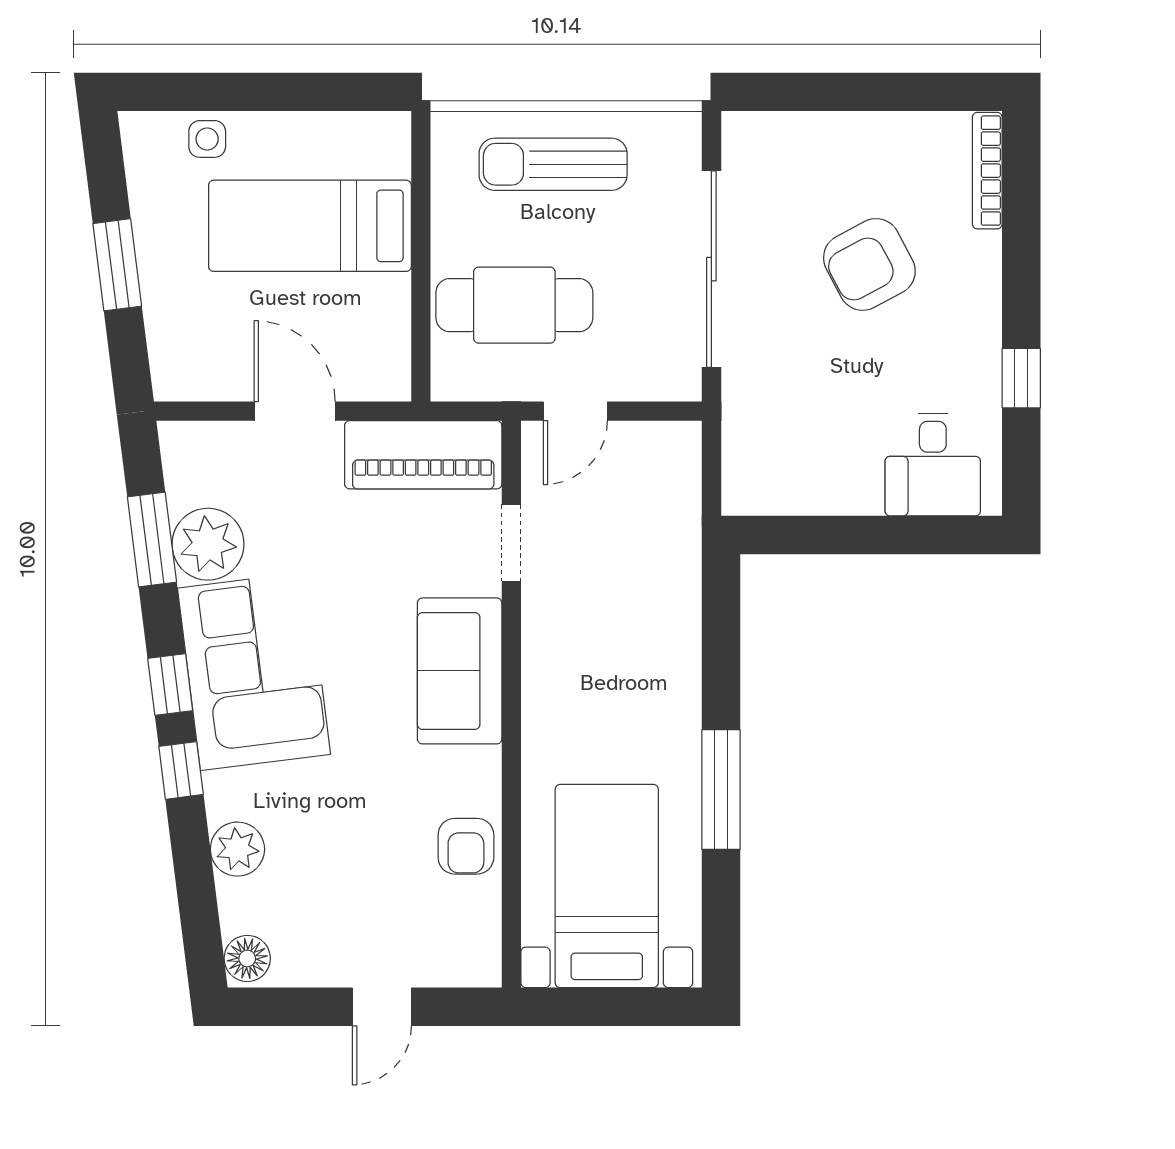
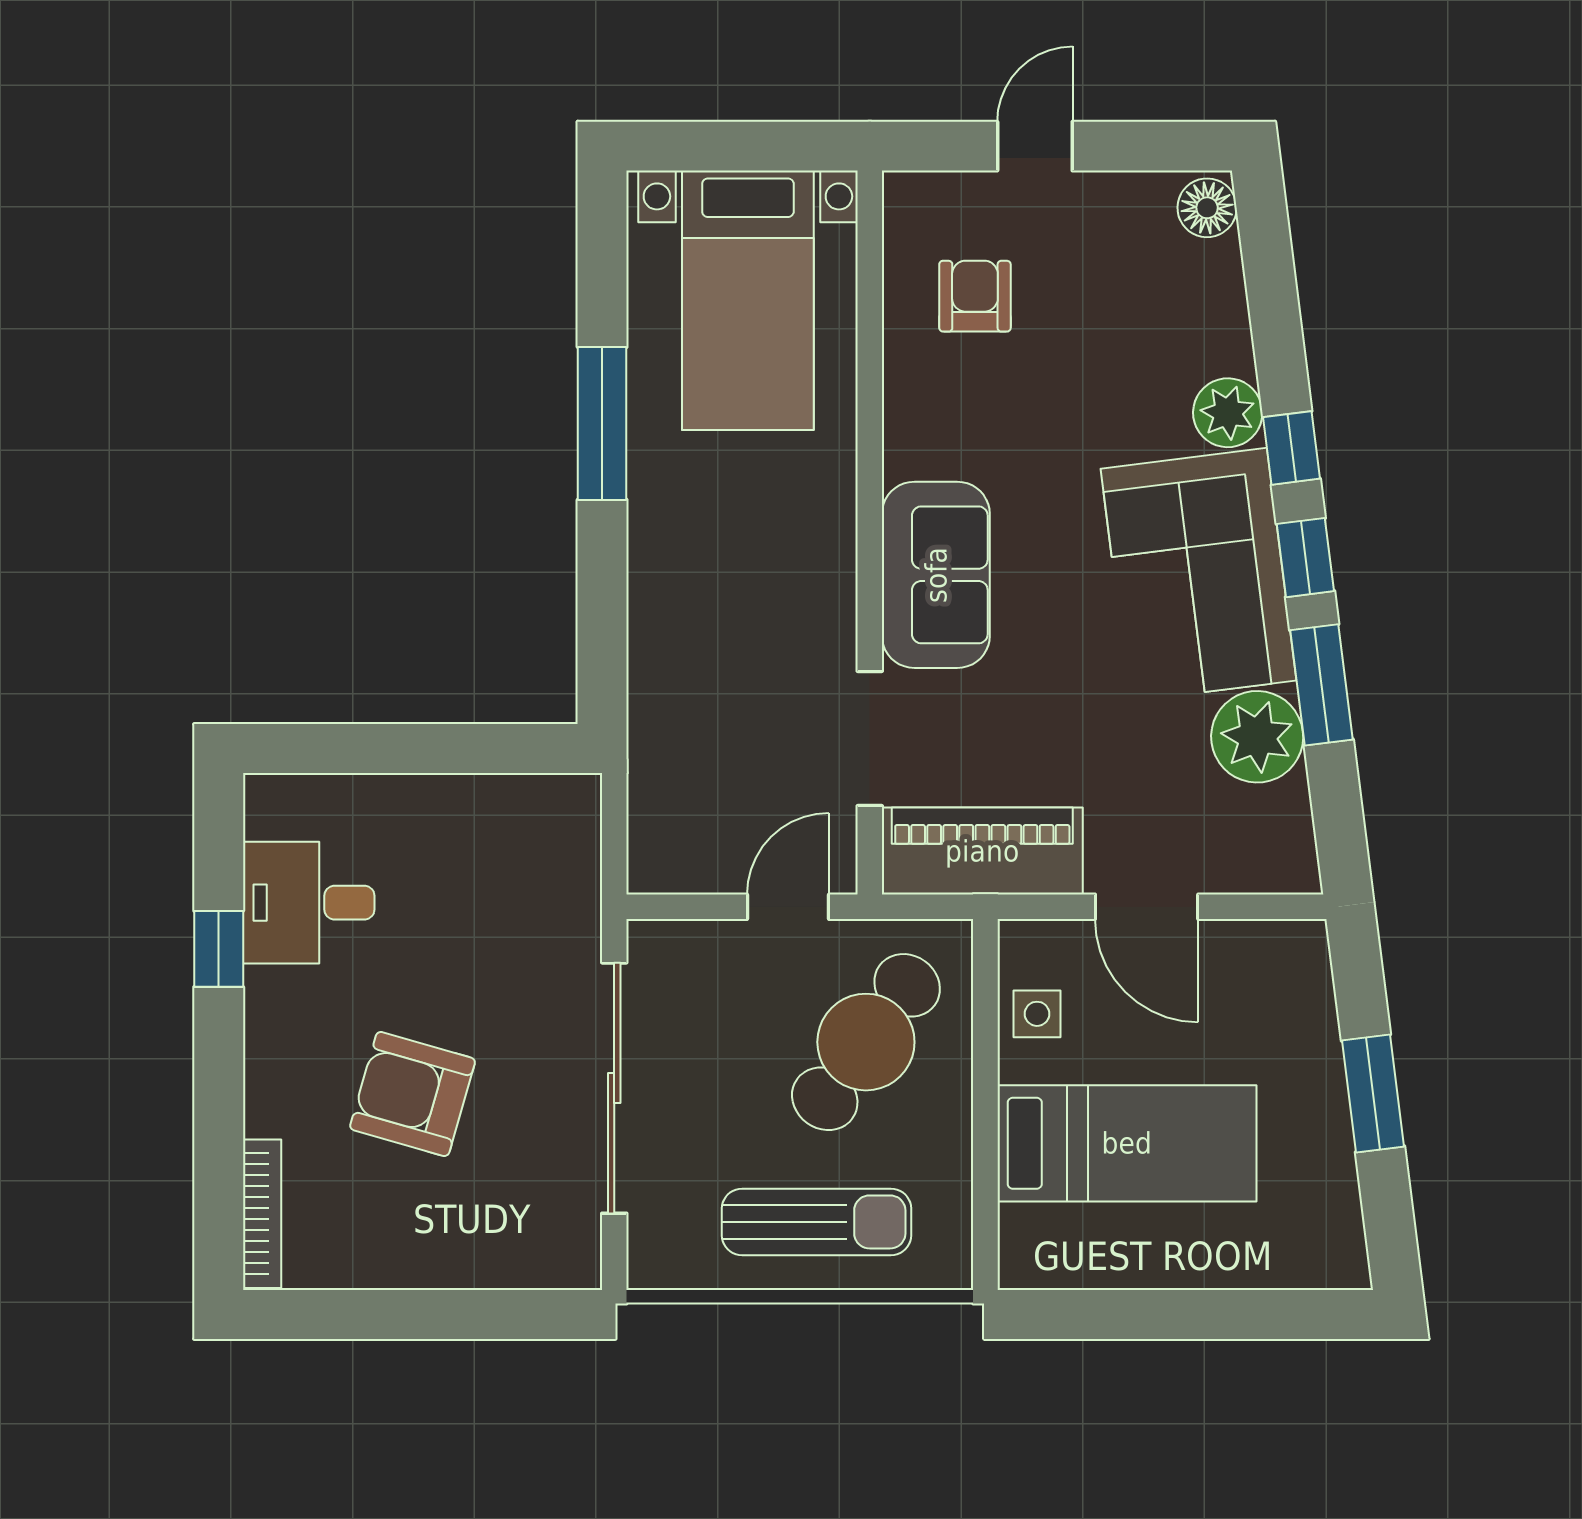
side table: (207, 139) -> (1037, 1014), moved
armchair: (869, 264) -> (413, 1094), turned -136
cafe table: (514, 305) -> (866, 1042), turned -54
desk: (933, 464) -> (309, 903), moved, turned -90
window: (152, 539) -> (1321, 685), moved
doorway: (511, 543) -> (870, 738), width x1.38
armchair: (466, 846) -> (975, 296), moved
plant: (237, 849) -> (1228, 413), moved

